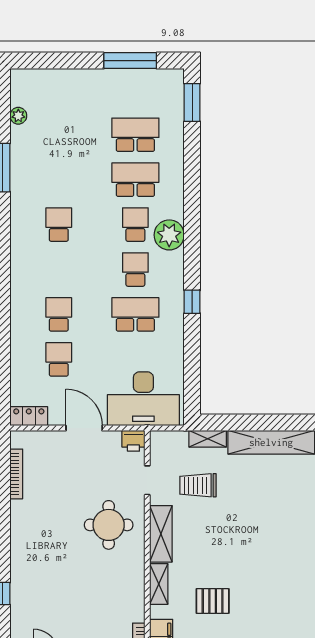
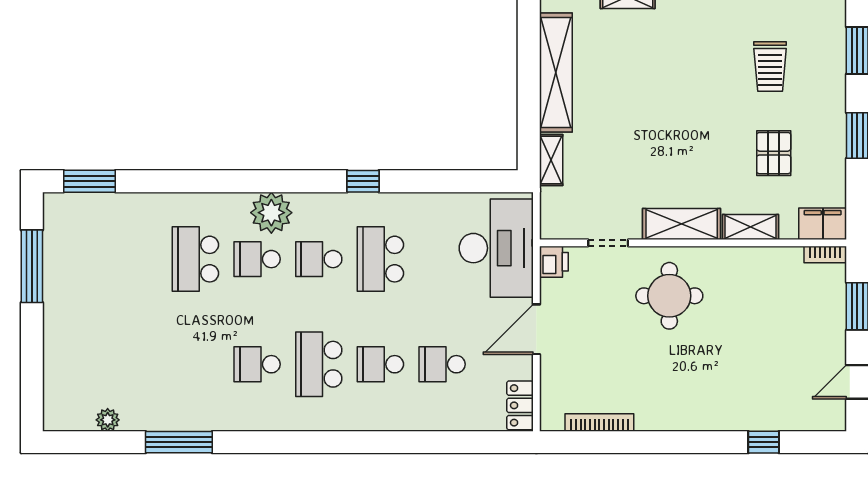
school desk: (135, 135) -> (319, 364), moved
trolley: (198, 485) -> (770, 66), moved

